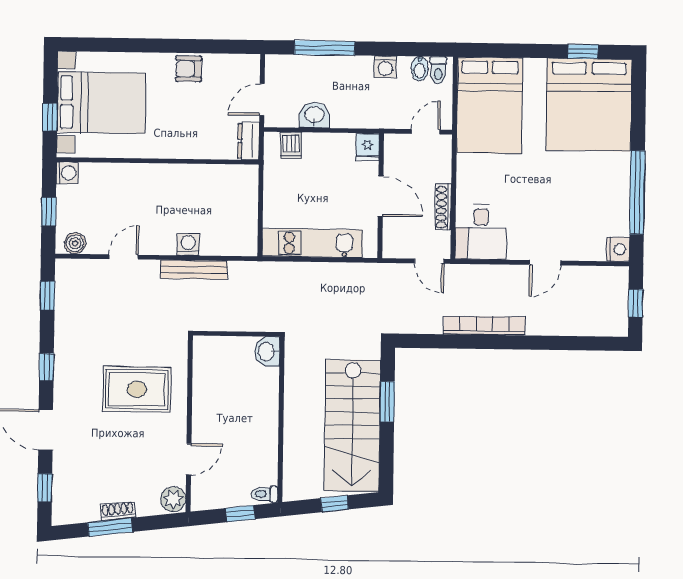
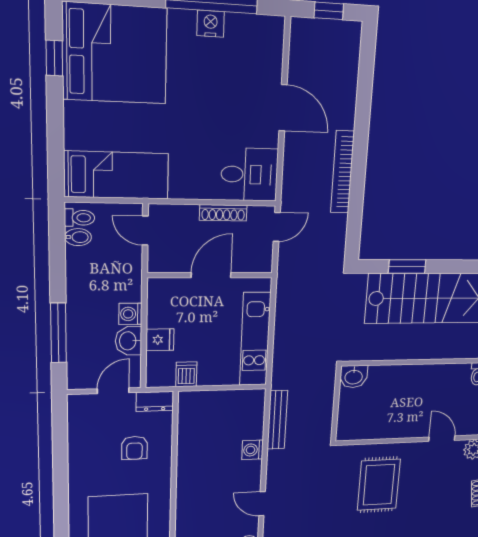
washing machine: (385, 67) -> (130, 314), moved, turned 180
armchair: (189, 69) -> (135, 448), moved
door: (262, 99) -> (113, 391), swing flipped
bed: (490, 105) -> (117, 175), width x0.67
dishwasher: (291, 146) -> (186, 374), moved, turned -90
fridge: (368, 147) -> (160, 340), moved
nightstand: (618, 249) -> (211, 24), moved
door: (545, 263) -> (283, 108), width x1.38
bench: (194, 270) -> (277, 420), moved

